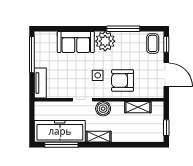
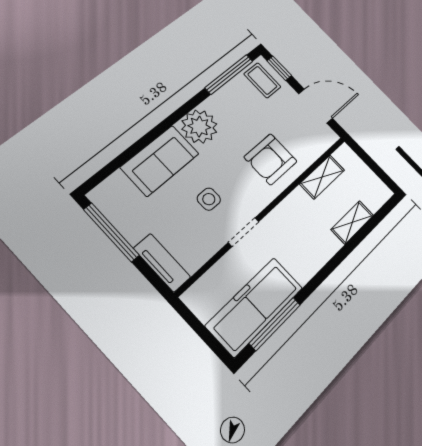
window: (123, 29) -> (229, 74), moved
side table: (98, 75) -> (209, 199), moved
boiler: (103, 109) -> (282, 219), removed
window: (166, 128) -> (379, 172), removed
shelving: (99, 137) -> (352, 222), moved

